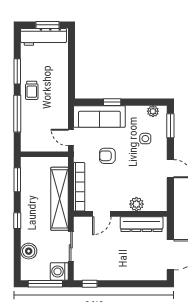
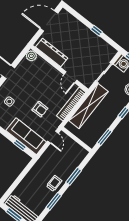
window: (112, 102) -> (20, 145), moved
window: (17, 114) -> (74, 176), width x0.69
plant: (136, 204) -> (31, 56), moved
door: (102, 214) -> (70, 77), swing flipped
window: (90, 284) -> (96, 31), moved

